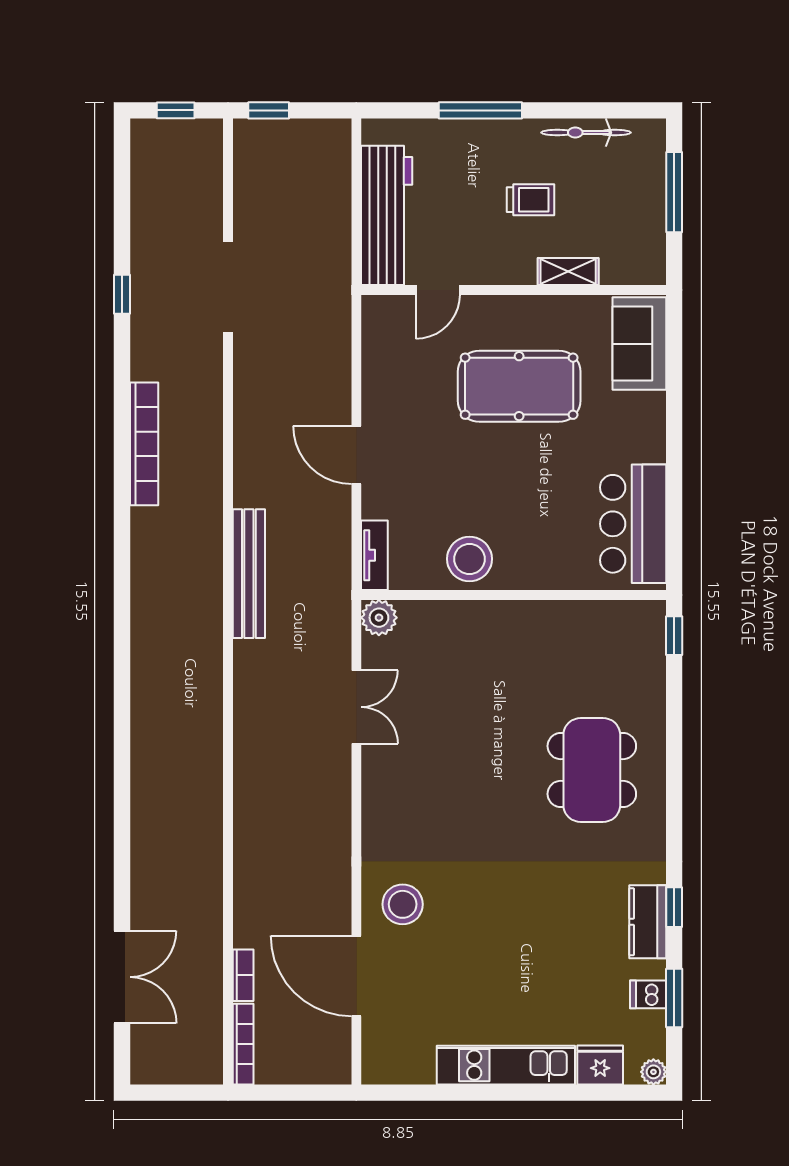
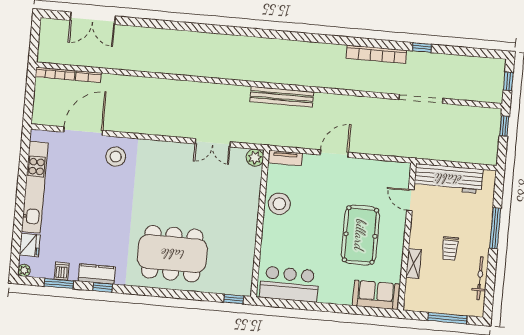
bookcase: (144, 444) -> (376, 54), moved
dining table: (592, 770) -> (172, 254), width x1.36, depth x1.24
kitchen unit: (506, 1065) -> (35, 187), width x1.36

